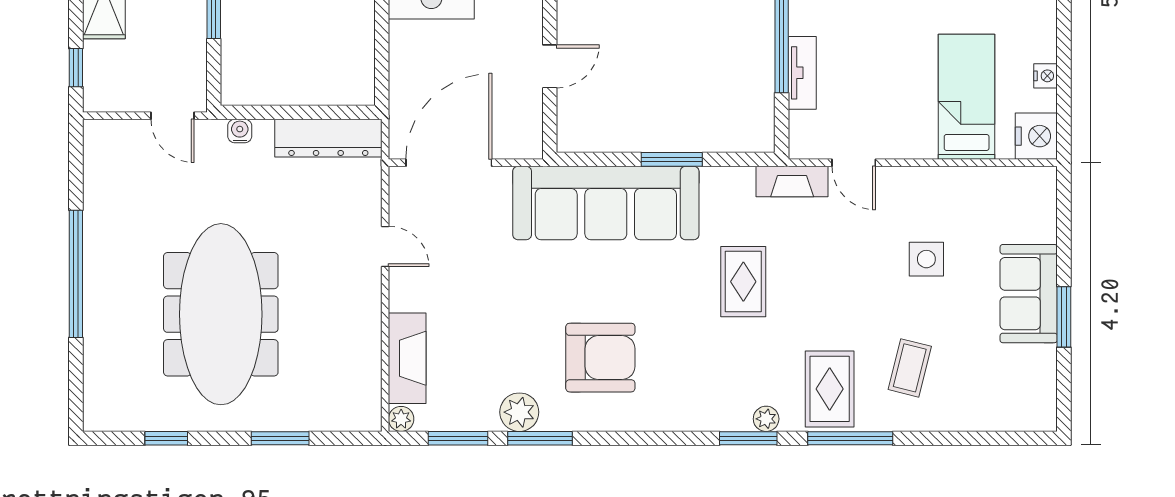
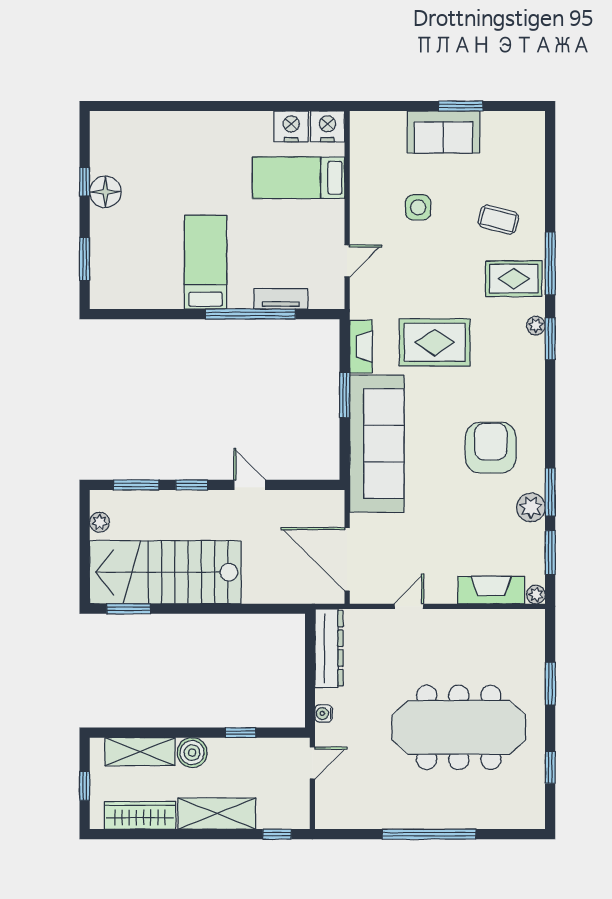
door: (550, 66) -> (250, 485), moved
nightstand: (1046, 76) -> (291, 126), width x1.89, depth x1.79
fireplace: (792, 181) -> (361, 347), moved
rug: (743, 282) -> (435, 342), width x1.36, depth x1.43

